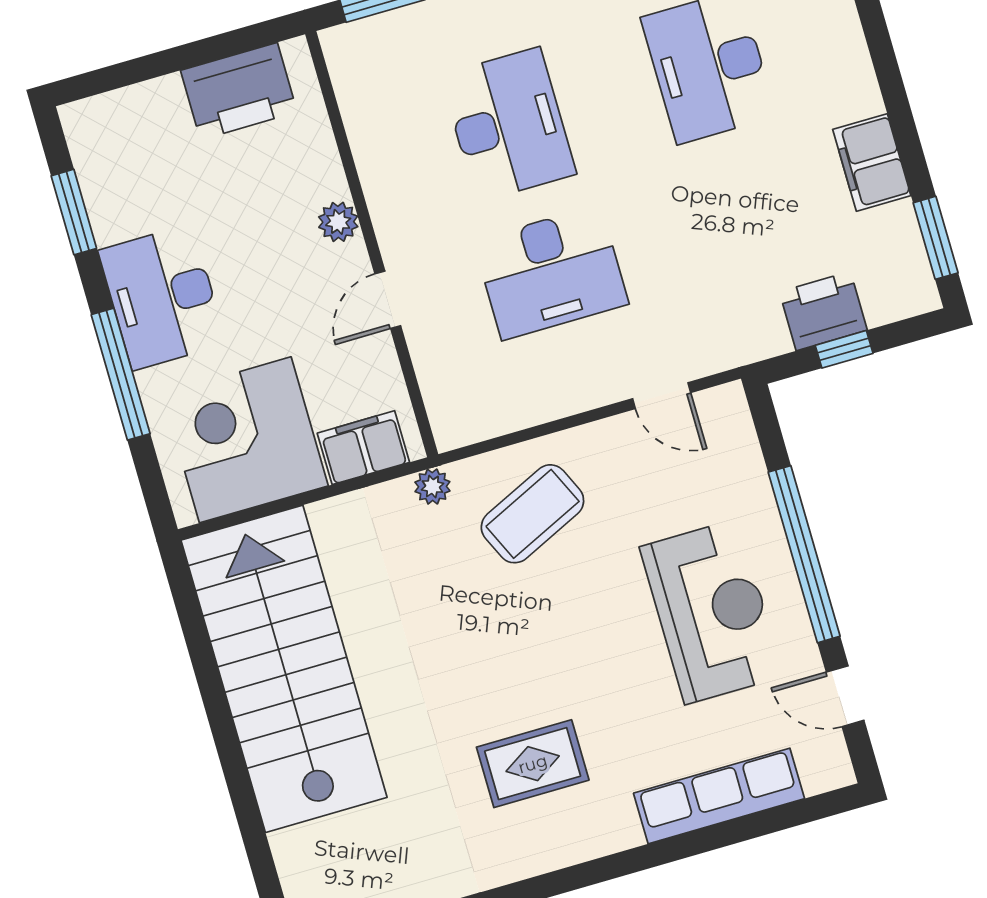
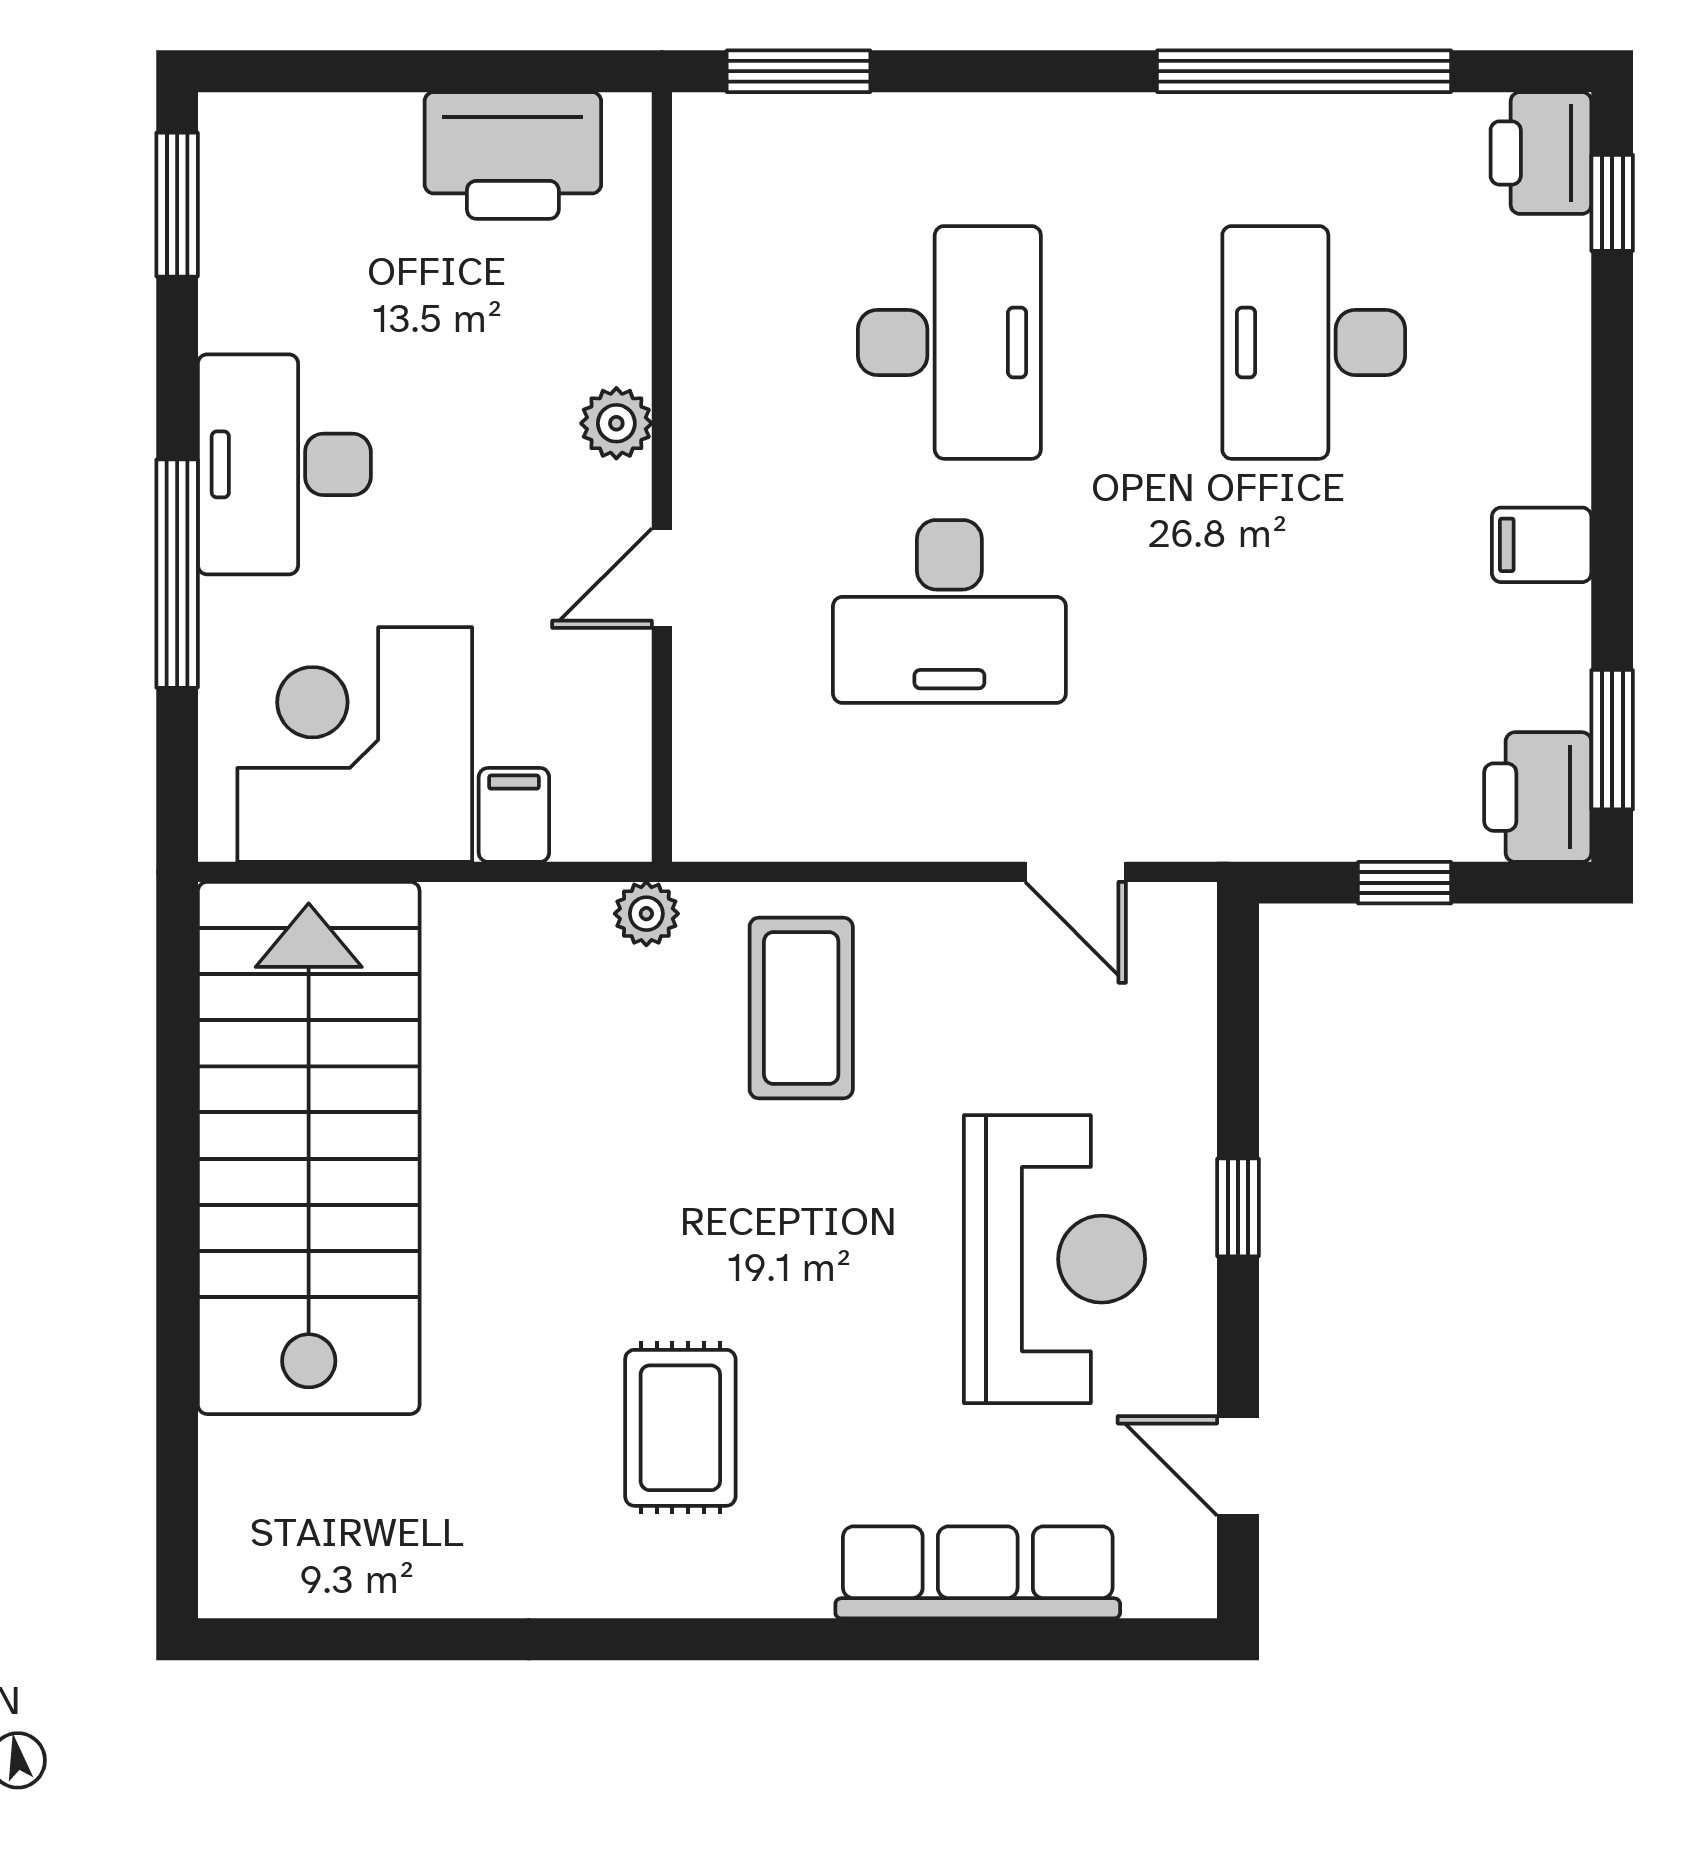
filing cabinet: (872, 162) -> (1542, 545), width x0.50
window: (74, 212) -> (177, 205), moved
printer: (823, 311) -> (1538, 797), moved, turned -90
filing cabinet: (363, 448) -> (514, 815), width x0.50
coffee table: (532, 514) -> (801, 1008), turned -65
window: (804, 554) -> (1238, 1207), width x0.32
rug: (533, 764) -> (680, 1428), turned 90

